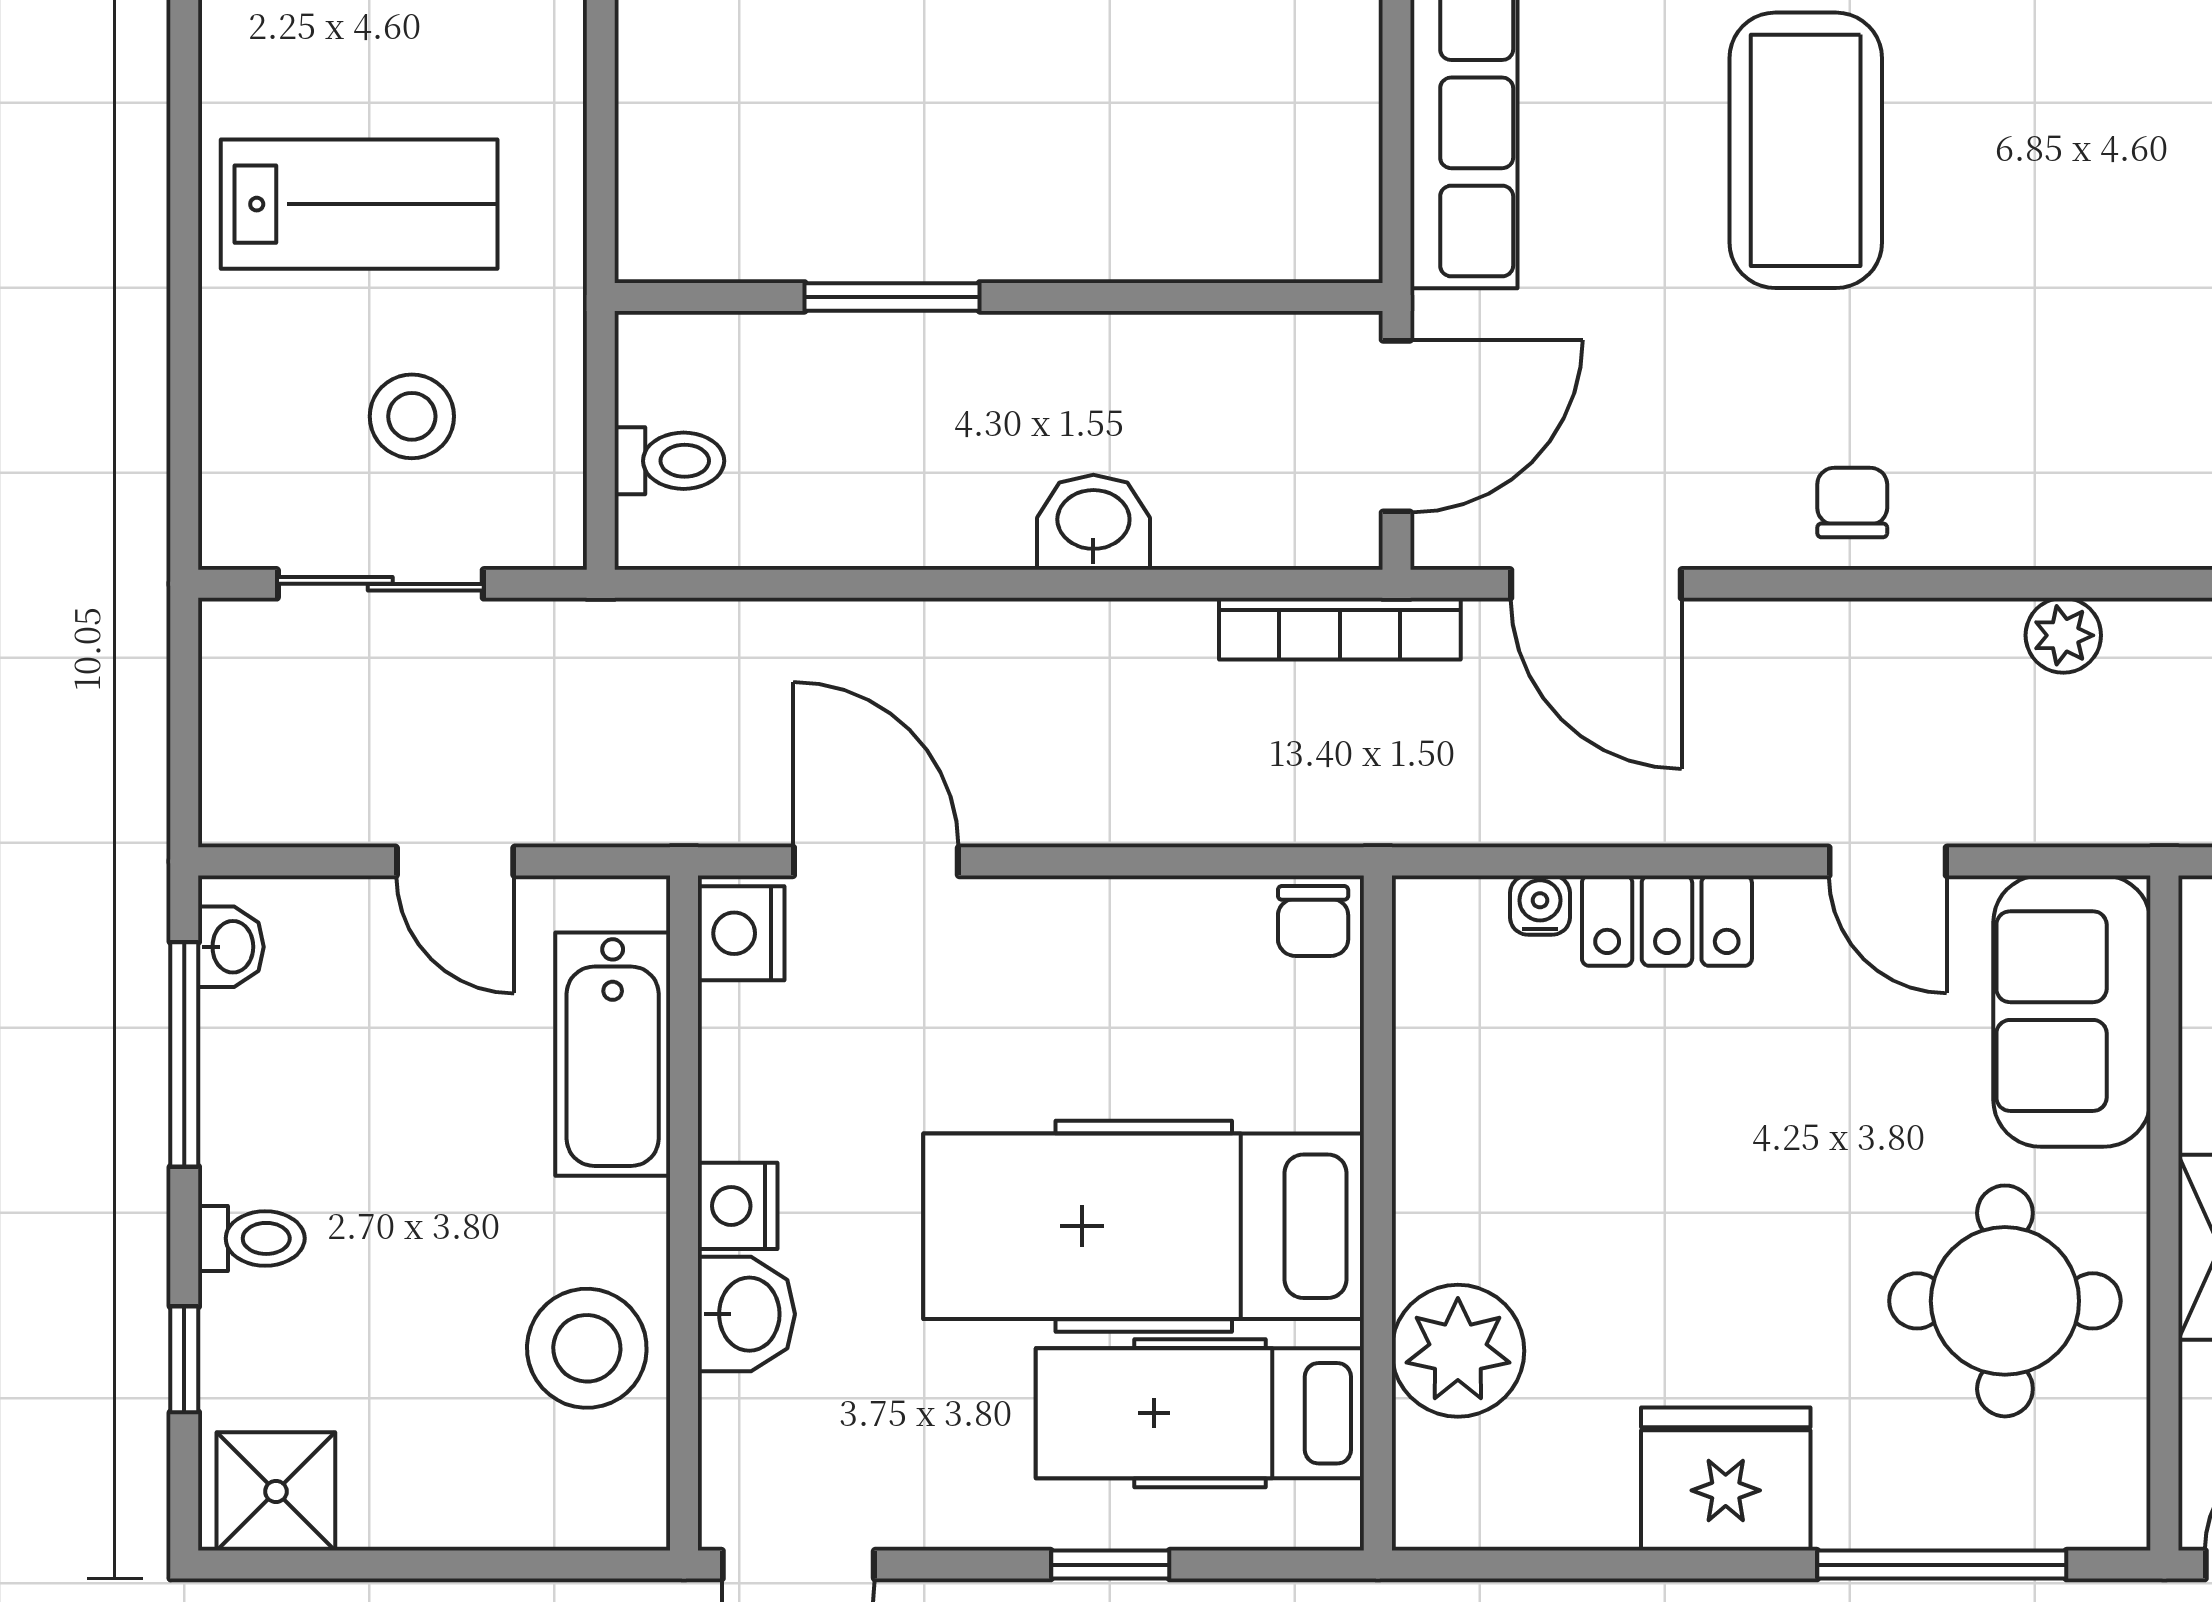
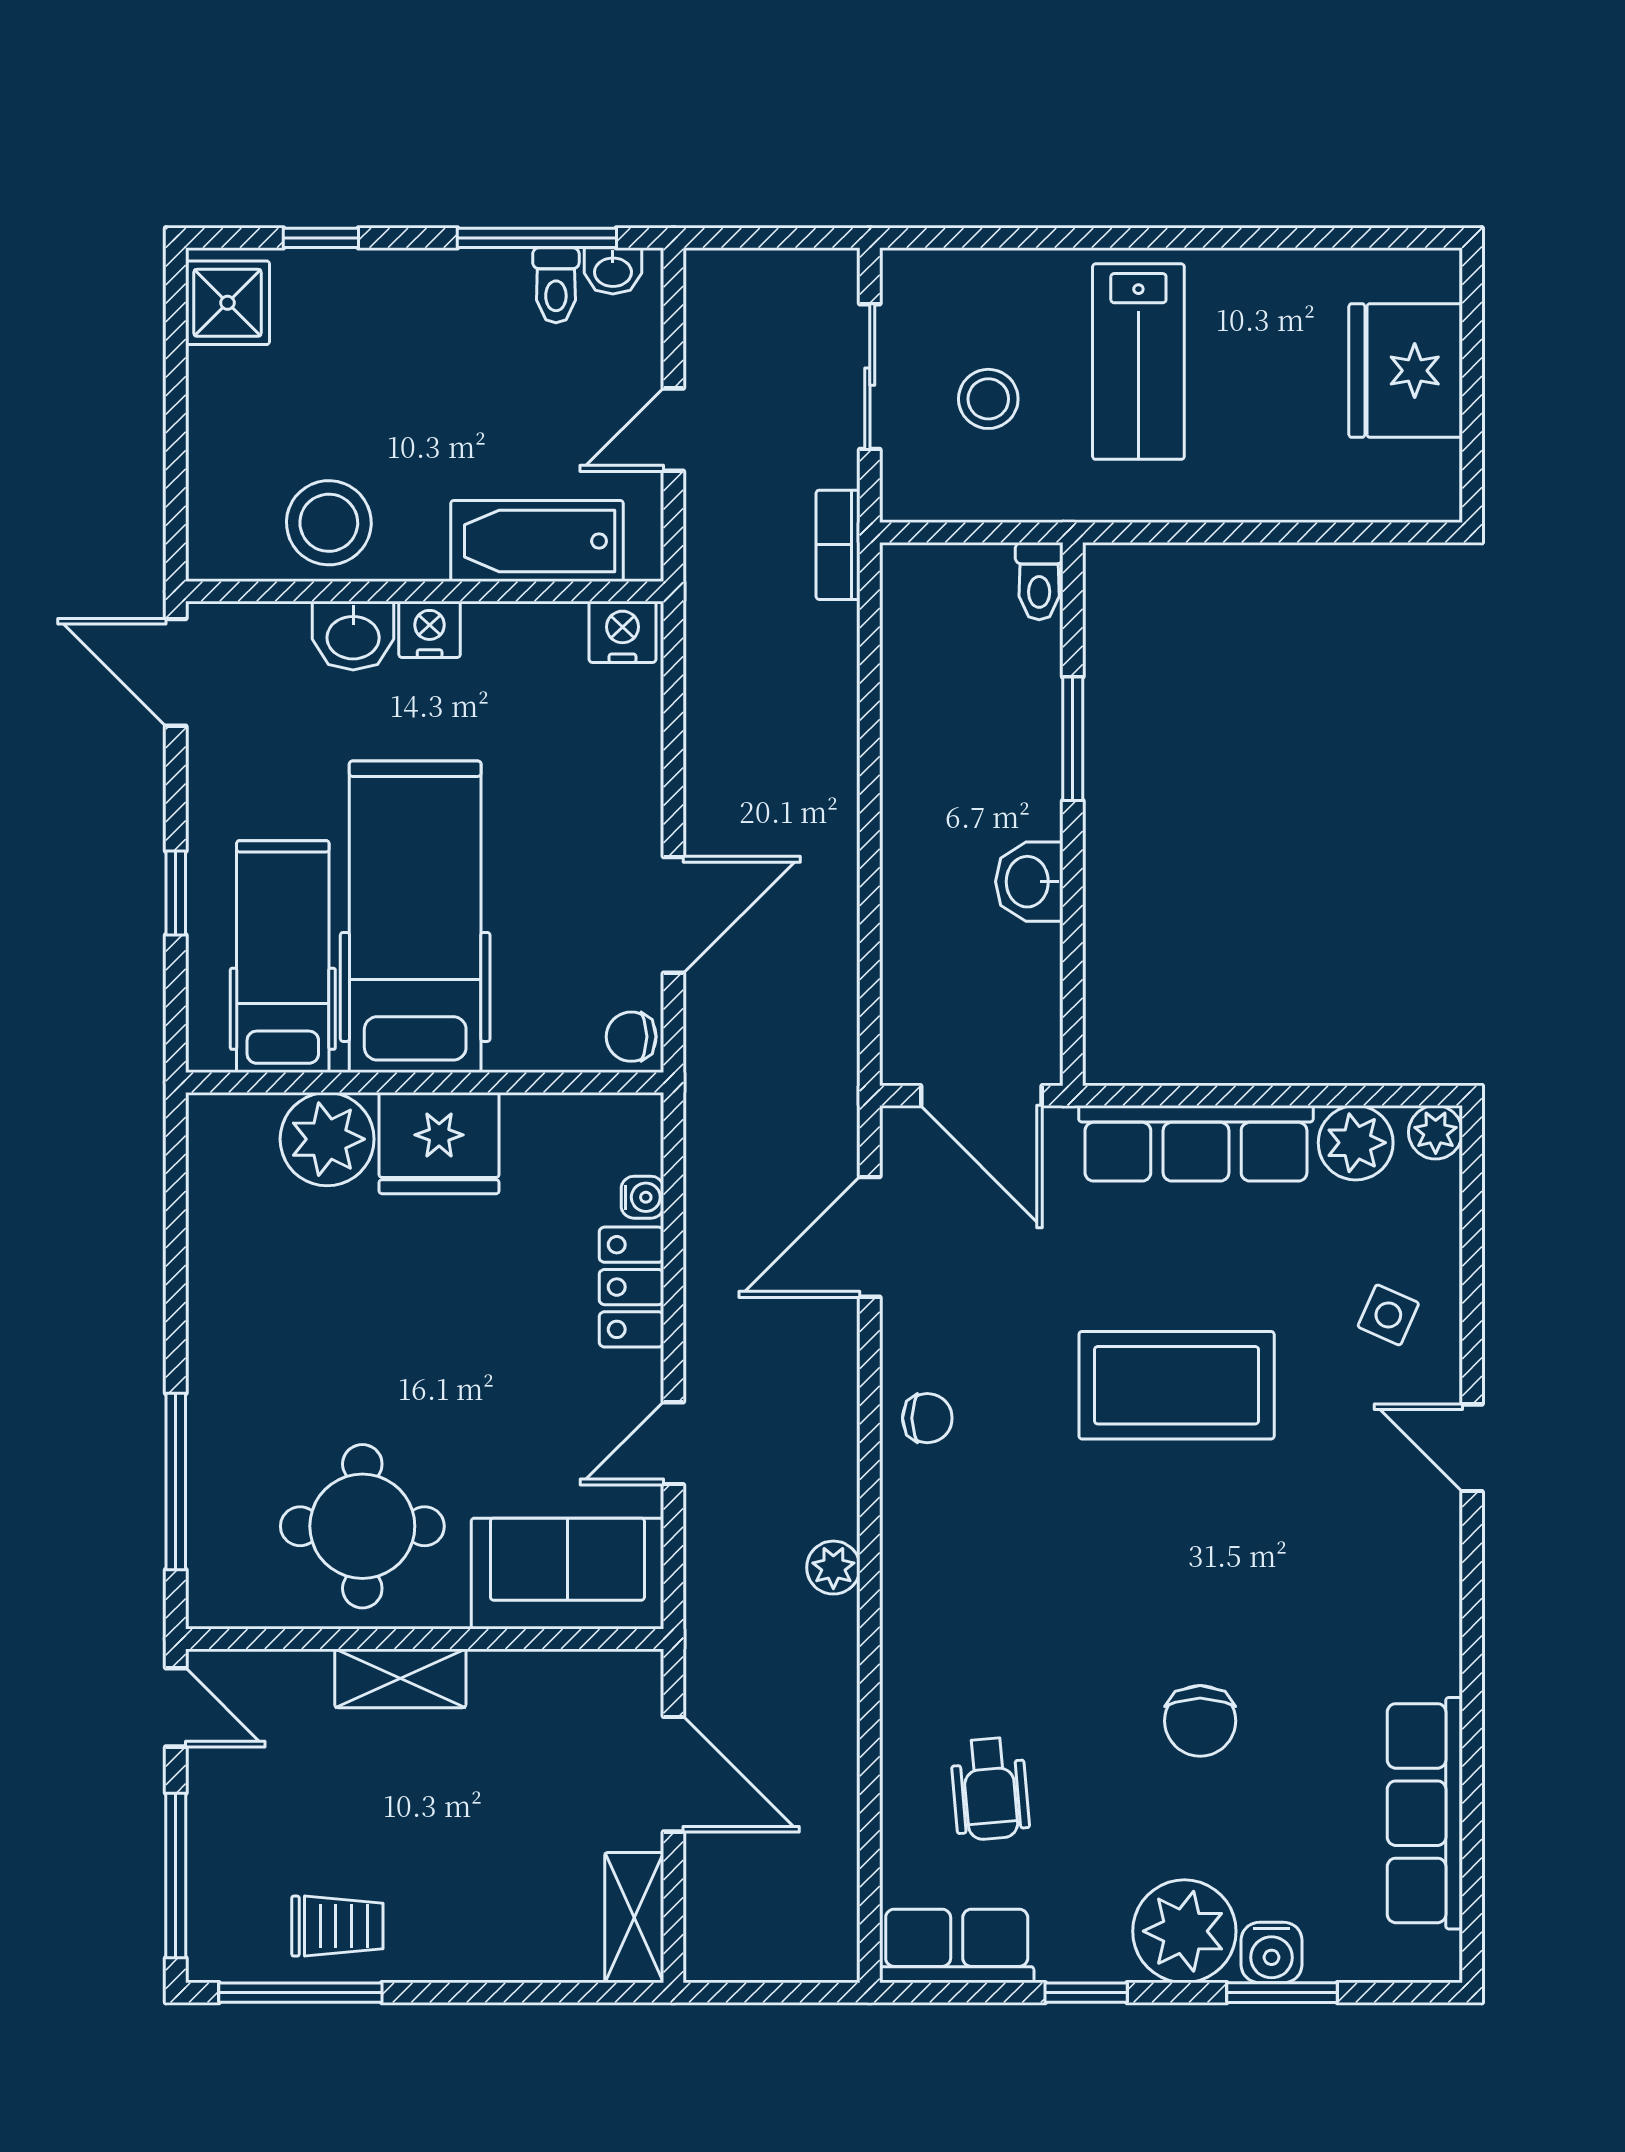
toilet: (669, 461) -> (1039, 581), moved
washbasin: (1093, 522) -> (1029, 882), moved, turned 180
bookcase: (1340, 629) -> (838, 545), moved, width x0.64
door: (876, 861) -> (673, 915), moved
toilet: (251, 1238) -> (556, 285), moved
fridge: (1726, 1479) -> (439, 1143), moved, turned 90

